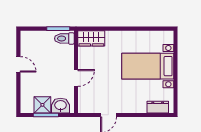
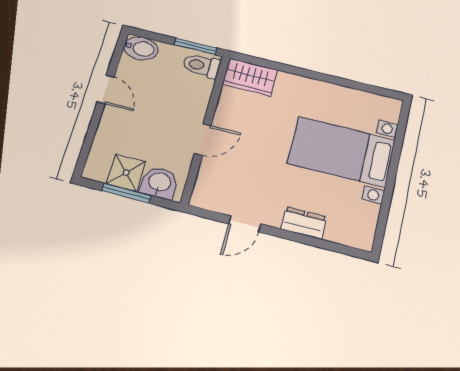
bidet: (30, 37) -> (141, 48), added
dresser: (158, 107) -> (304, 223), moved

